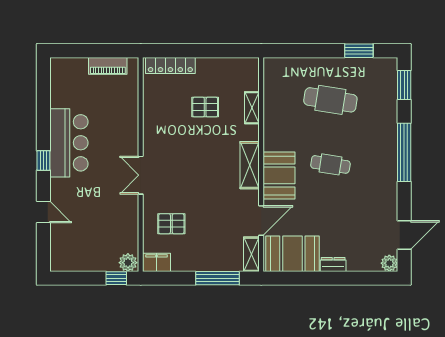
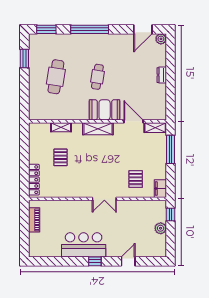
door: (404, 235) -> (143, 29), swing flipped
booth: (292, 254) -> (155, 101), removed
plant: (128, 263) -> (161, 228), moved

